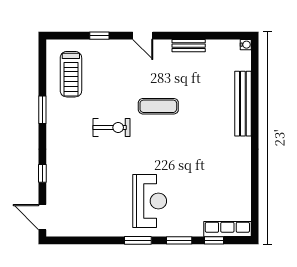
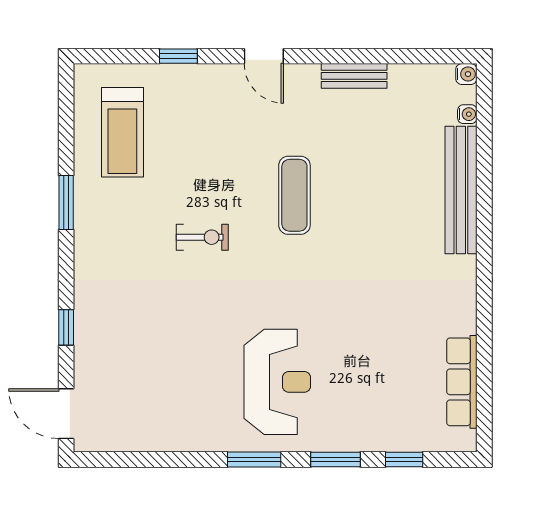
water cooler: (246, 65) -> (467, 114), added
exercise mat: (158, 106) -> (294, 195), turned 90
exercise bike: (112, 127) -> (202, 237), width x0.73, depth x0.72
row of seats: (227, 229) -> (462, 382), moved, turned -90

